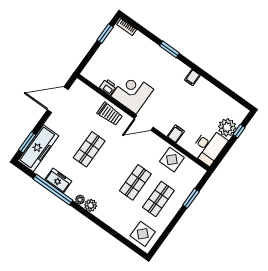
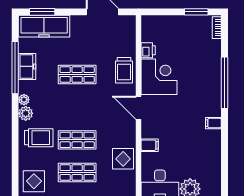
window: (170, 49) -> (224, 83), width x2.11
trolley: (114, 208) -> (39, 138), added

